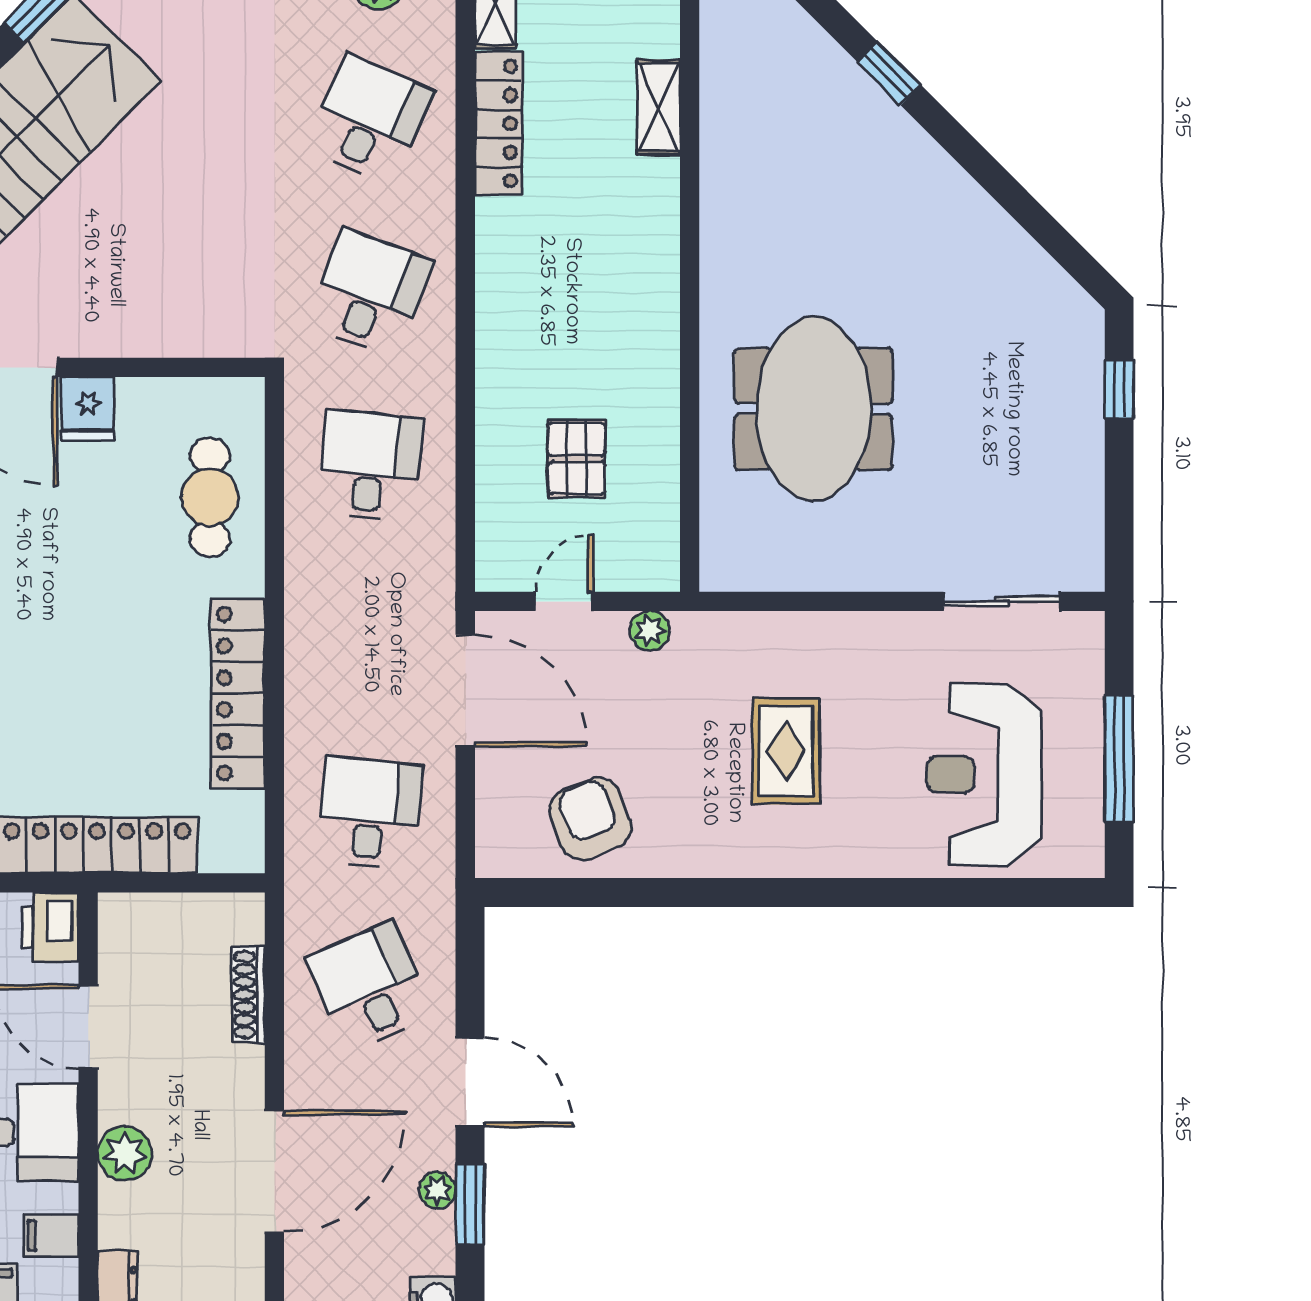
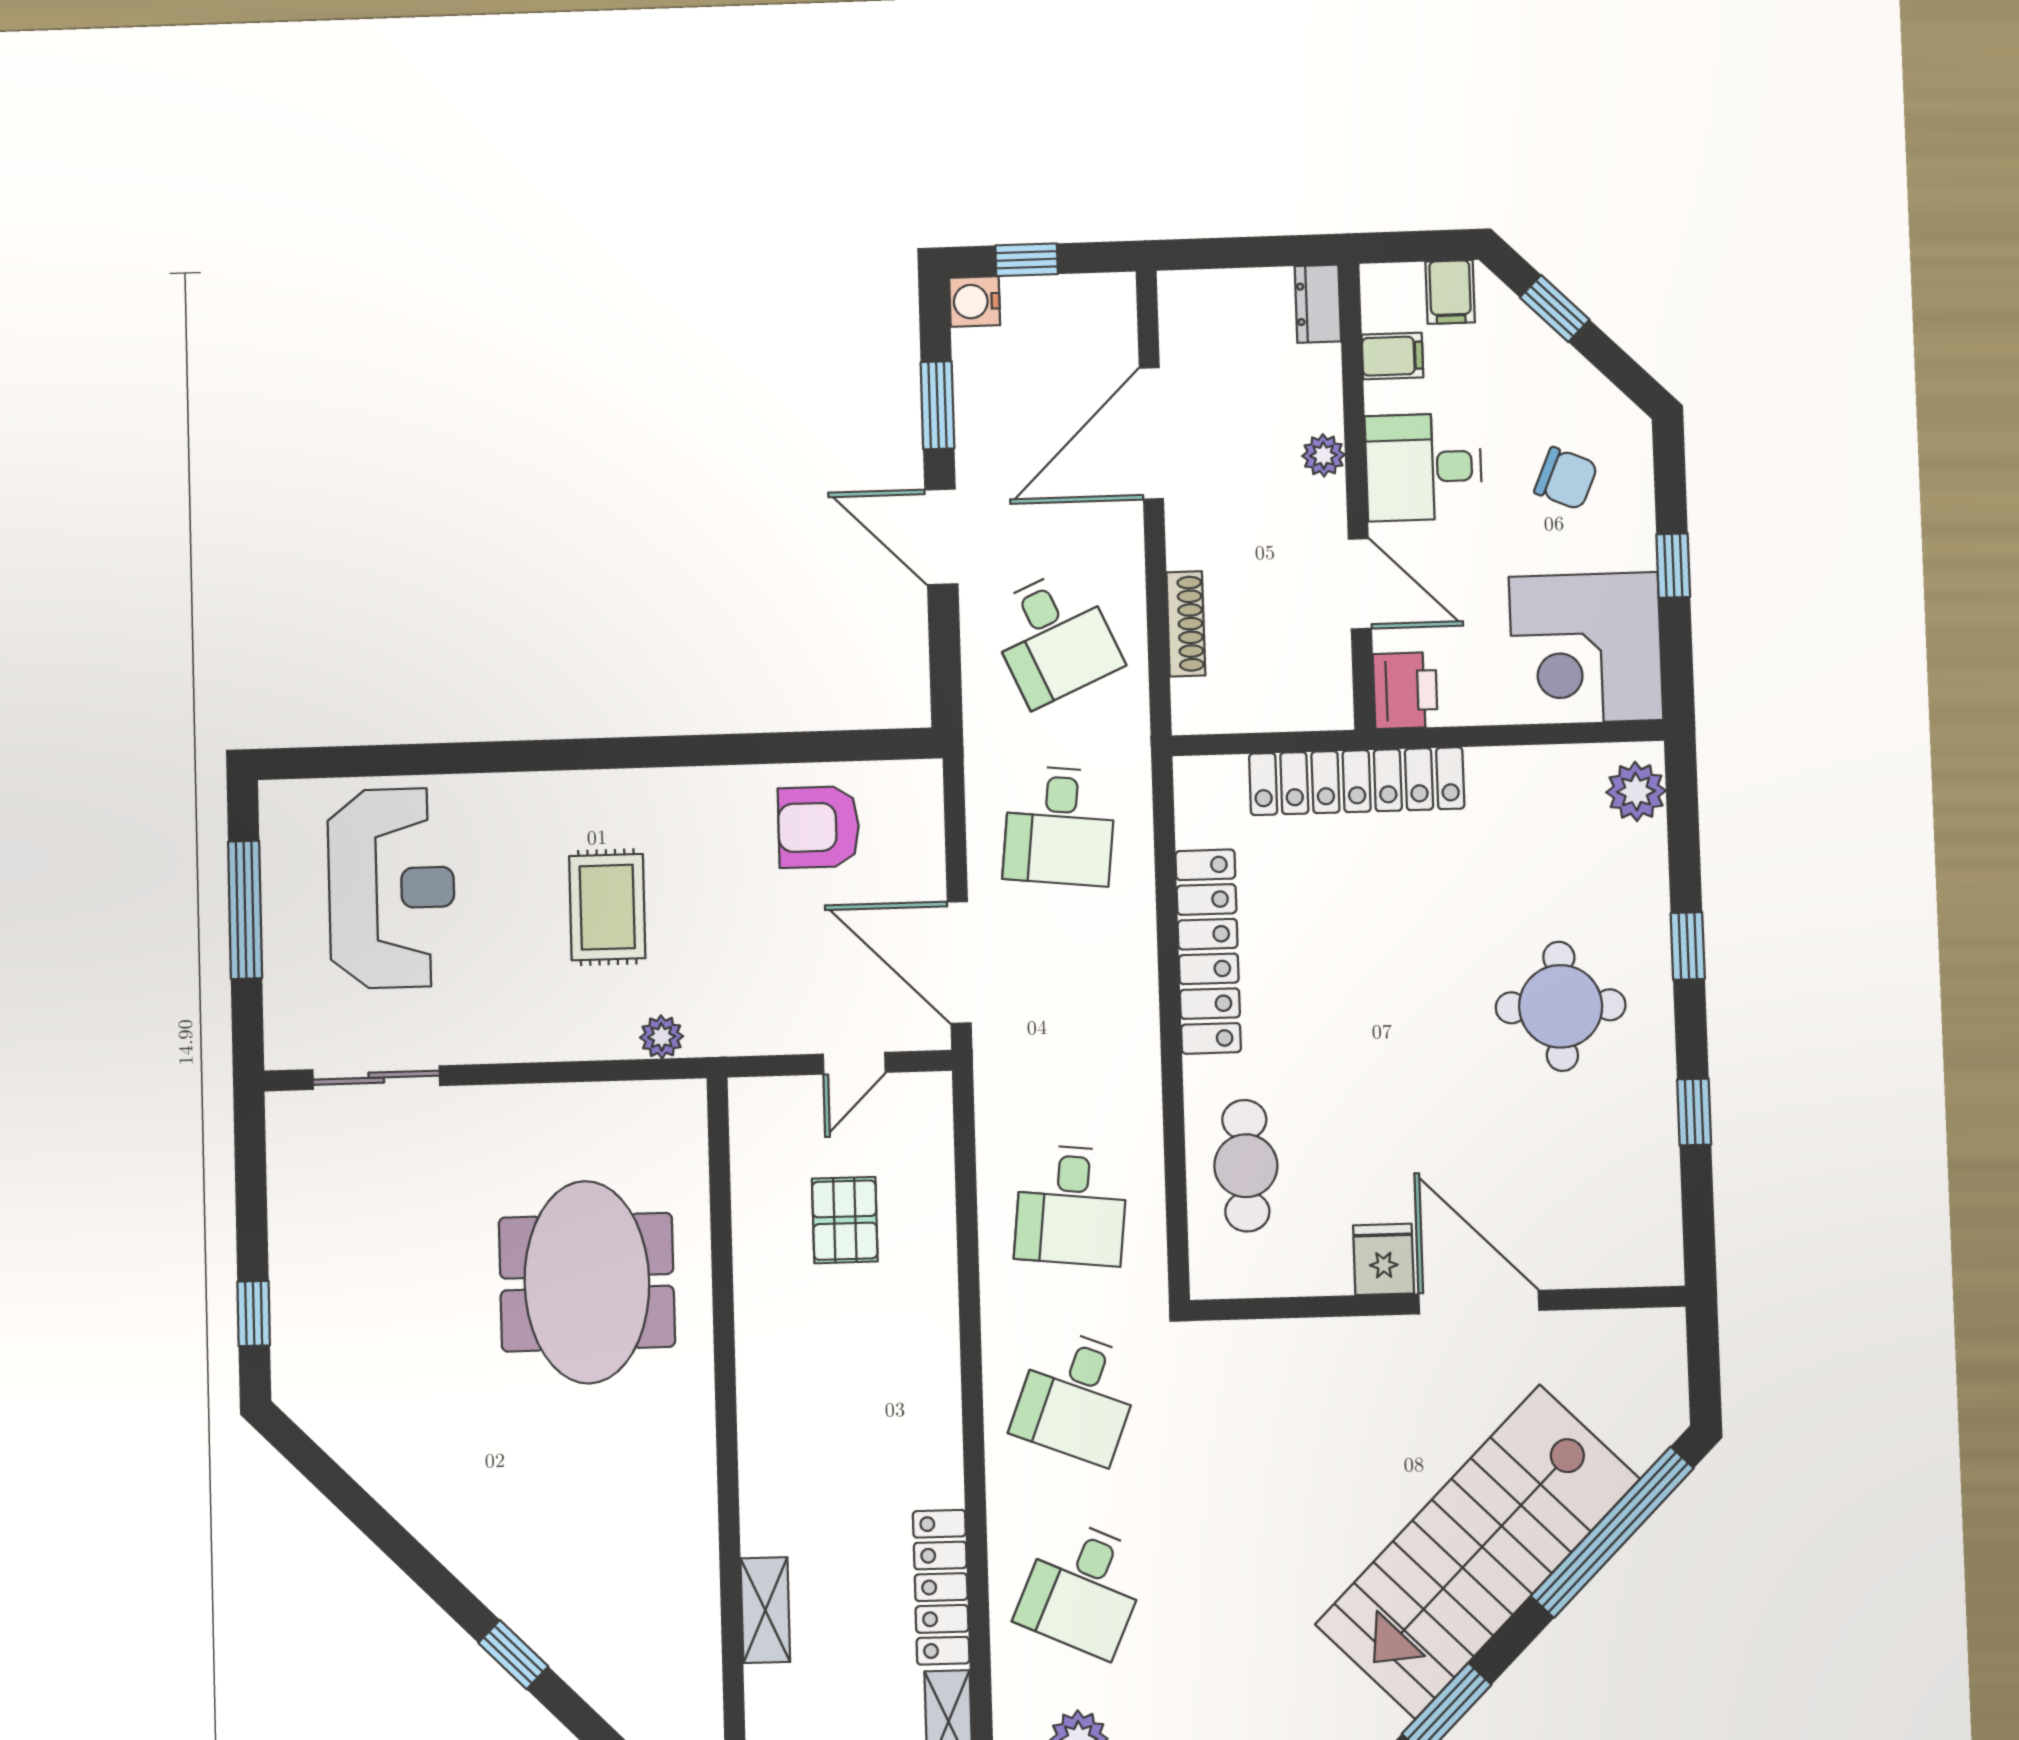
plant: (650, 631) -> (662, 1037), moved
armchair: (590, 819) -> (819, 827), turned 112
plant: (125, 1153) -> (1323, 455), width x0.73, depth x0.73
plant: (437, 1190) -> (974, 419), removed

